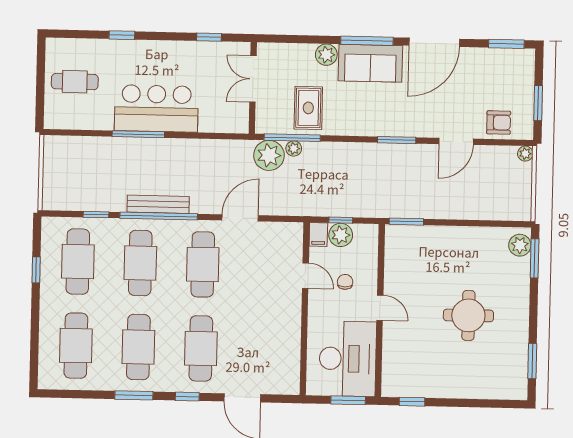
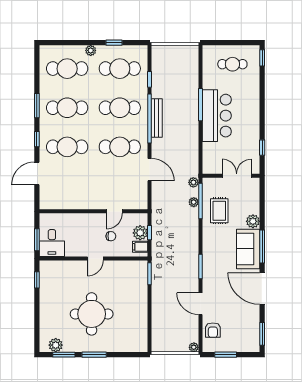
window: (122, 35) -> (262, 58), moved
cafe table: (75, 82) -> (232, 64), turned 90
rug: (308, 108) -> (219, 211), turned 90
plant: (269, 155) -> (193, 182), width x0.53, depth x0.53
filing cabinet: (318, 235) -> (140, 247), moved
plant: (520, 245) -> (56, 345), moved
window: (535, 258) -> (94, 355), moved
plant: (48, 307) -> (91, 50), added
round table: (468, 315) -> (92, 314), width x1.36, depth x1.36
desk: (348, 359) -> (52, 243), width x0.53, depth x0.77

